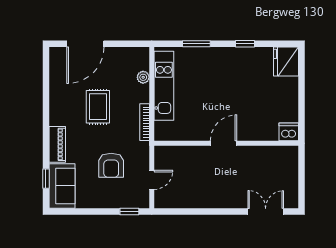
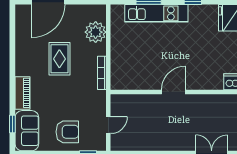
plant: (143, 77) -> (96, 32), width x1.88, depth x1.88
kitchen unit: (164, 86) -> (156, 13), moved, turned 90
armchair: (111, 165) -> (67, 132), moved, turned -90

